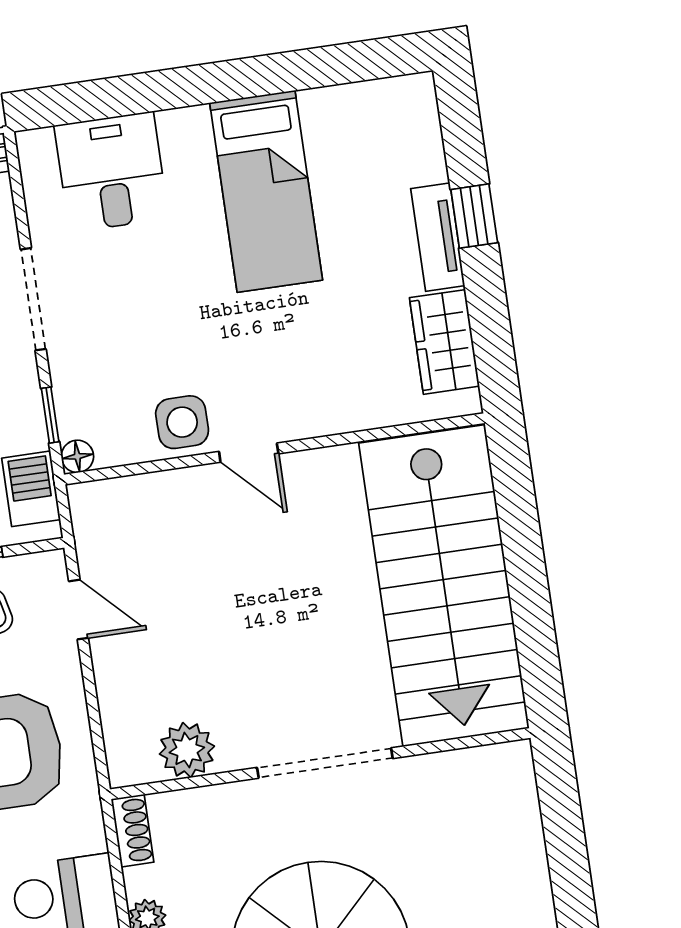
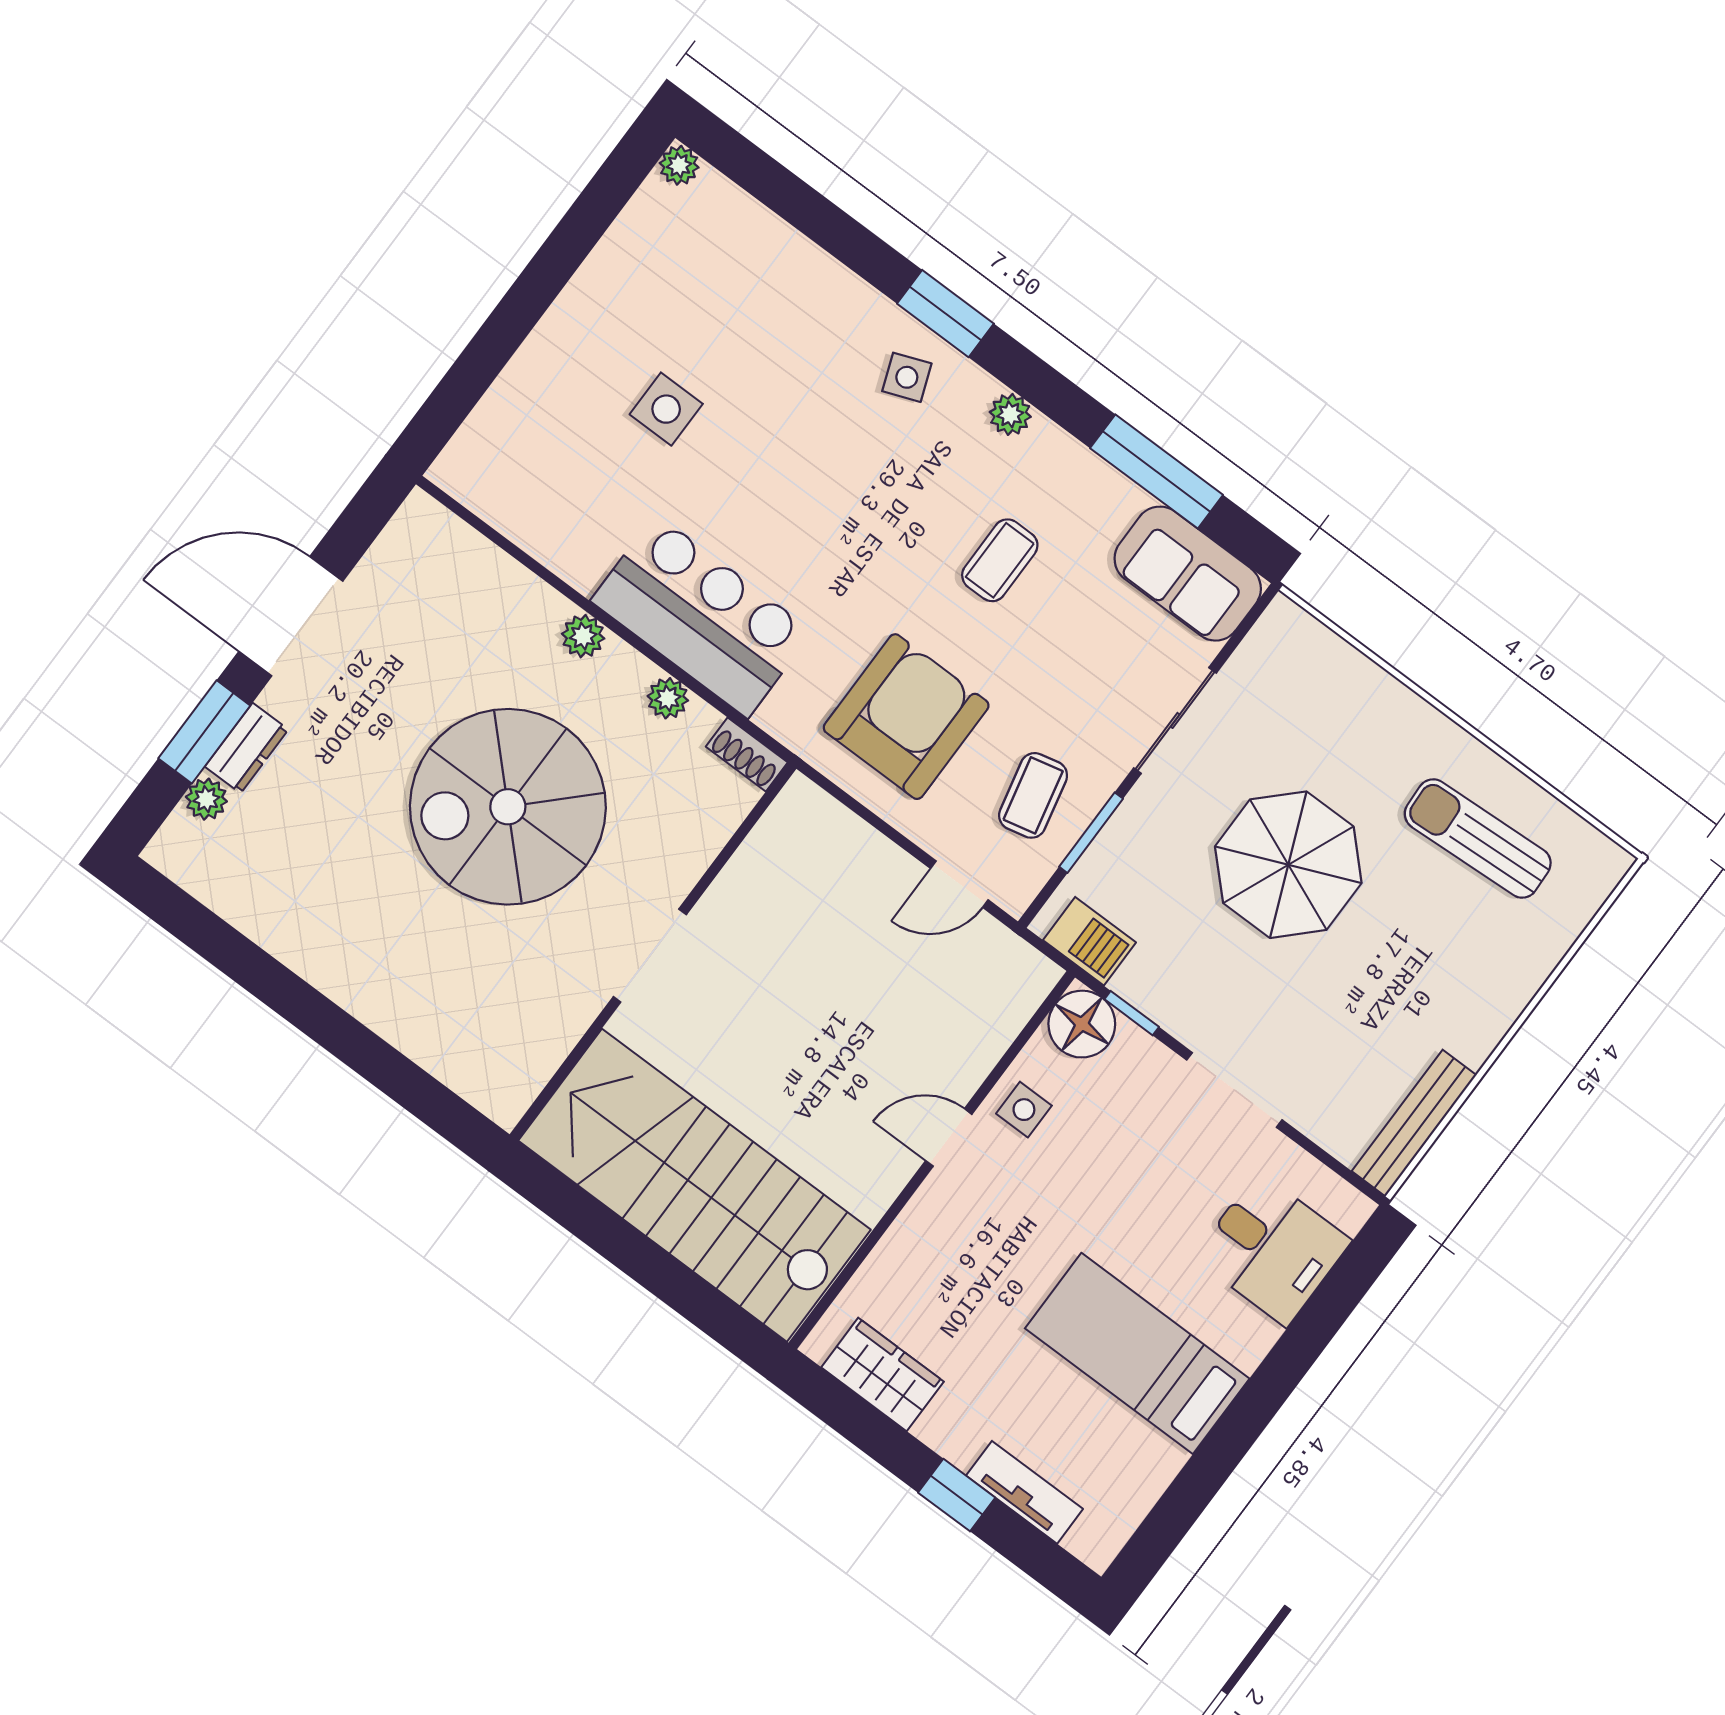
tv unit: (438, 237) -> (1024, 1492), moved
side table: (182, 422) -> (1024, 1110), width x0.73, depth x0.73
floor lamp: (77, 456) -> (1082, 1024), width x1.89, depth x1.89
plant: (187, 750) -> (767, 859), removed
doorway: (325, 763) -> (650, 956), width x0.73

